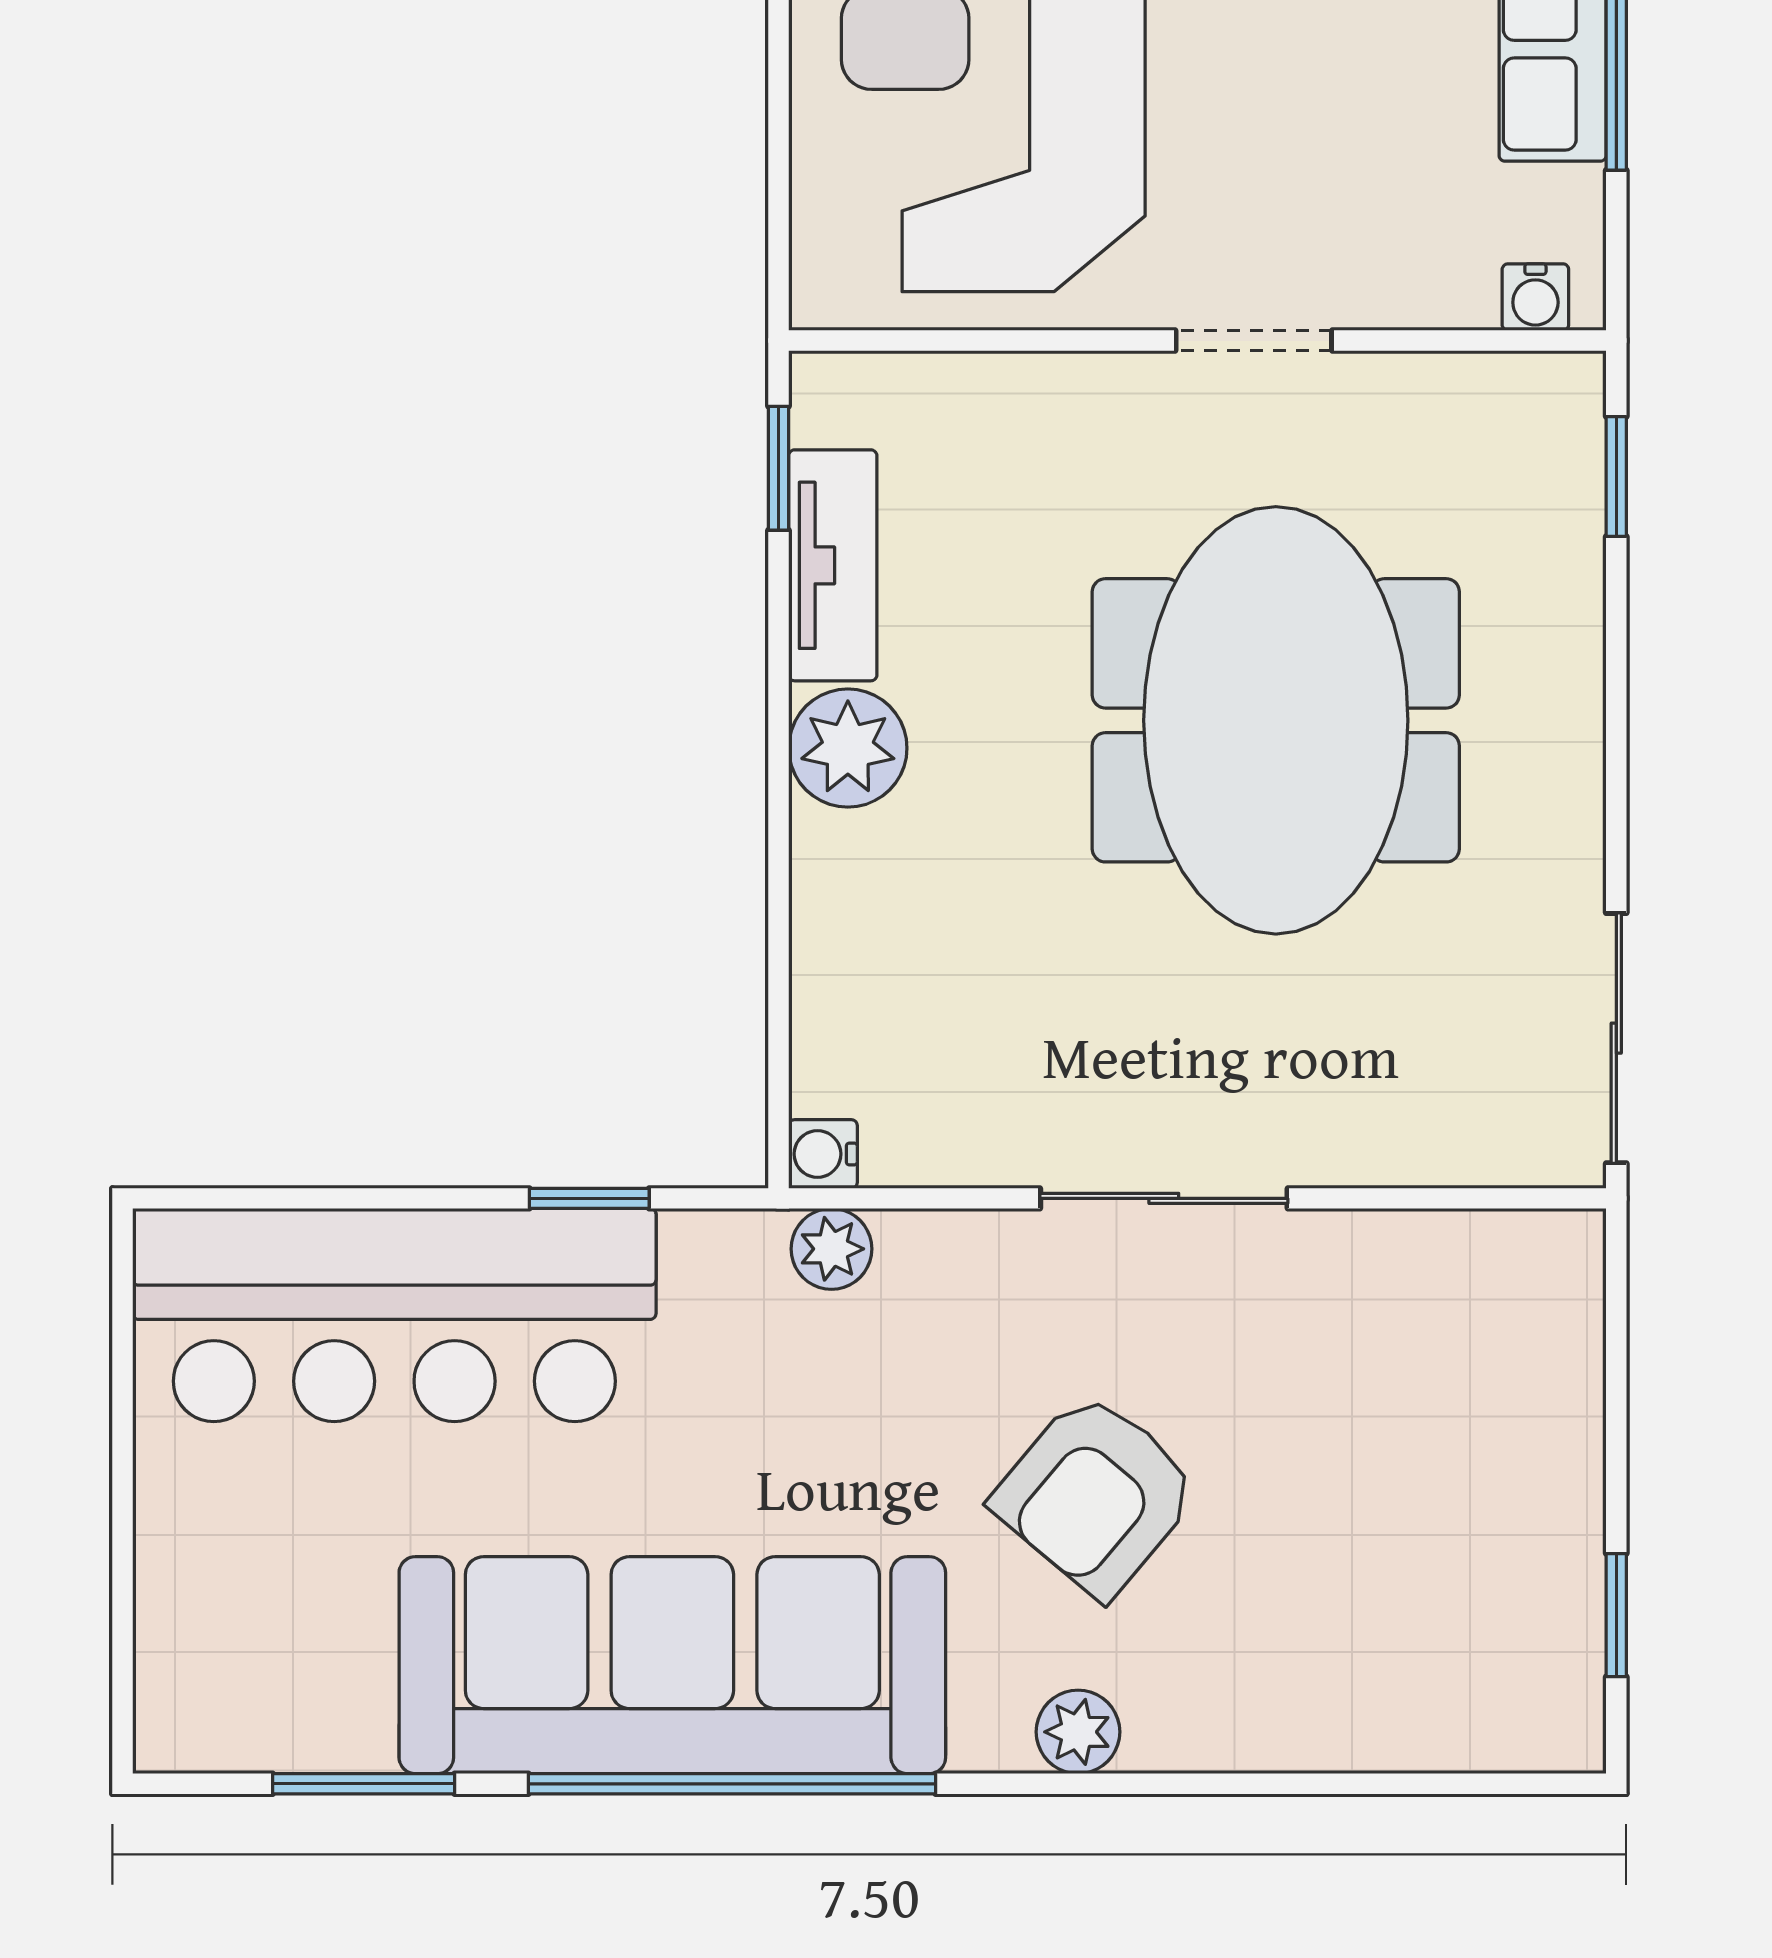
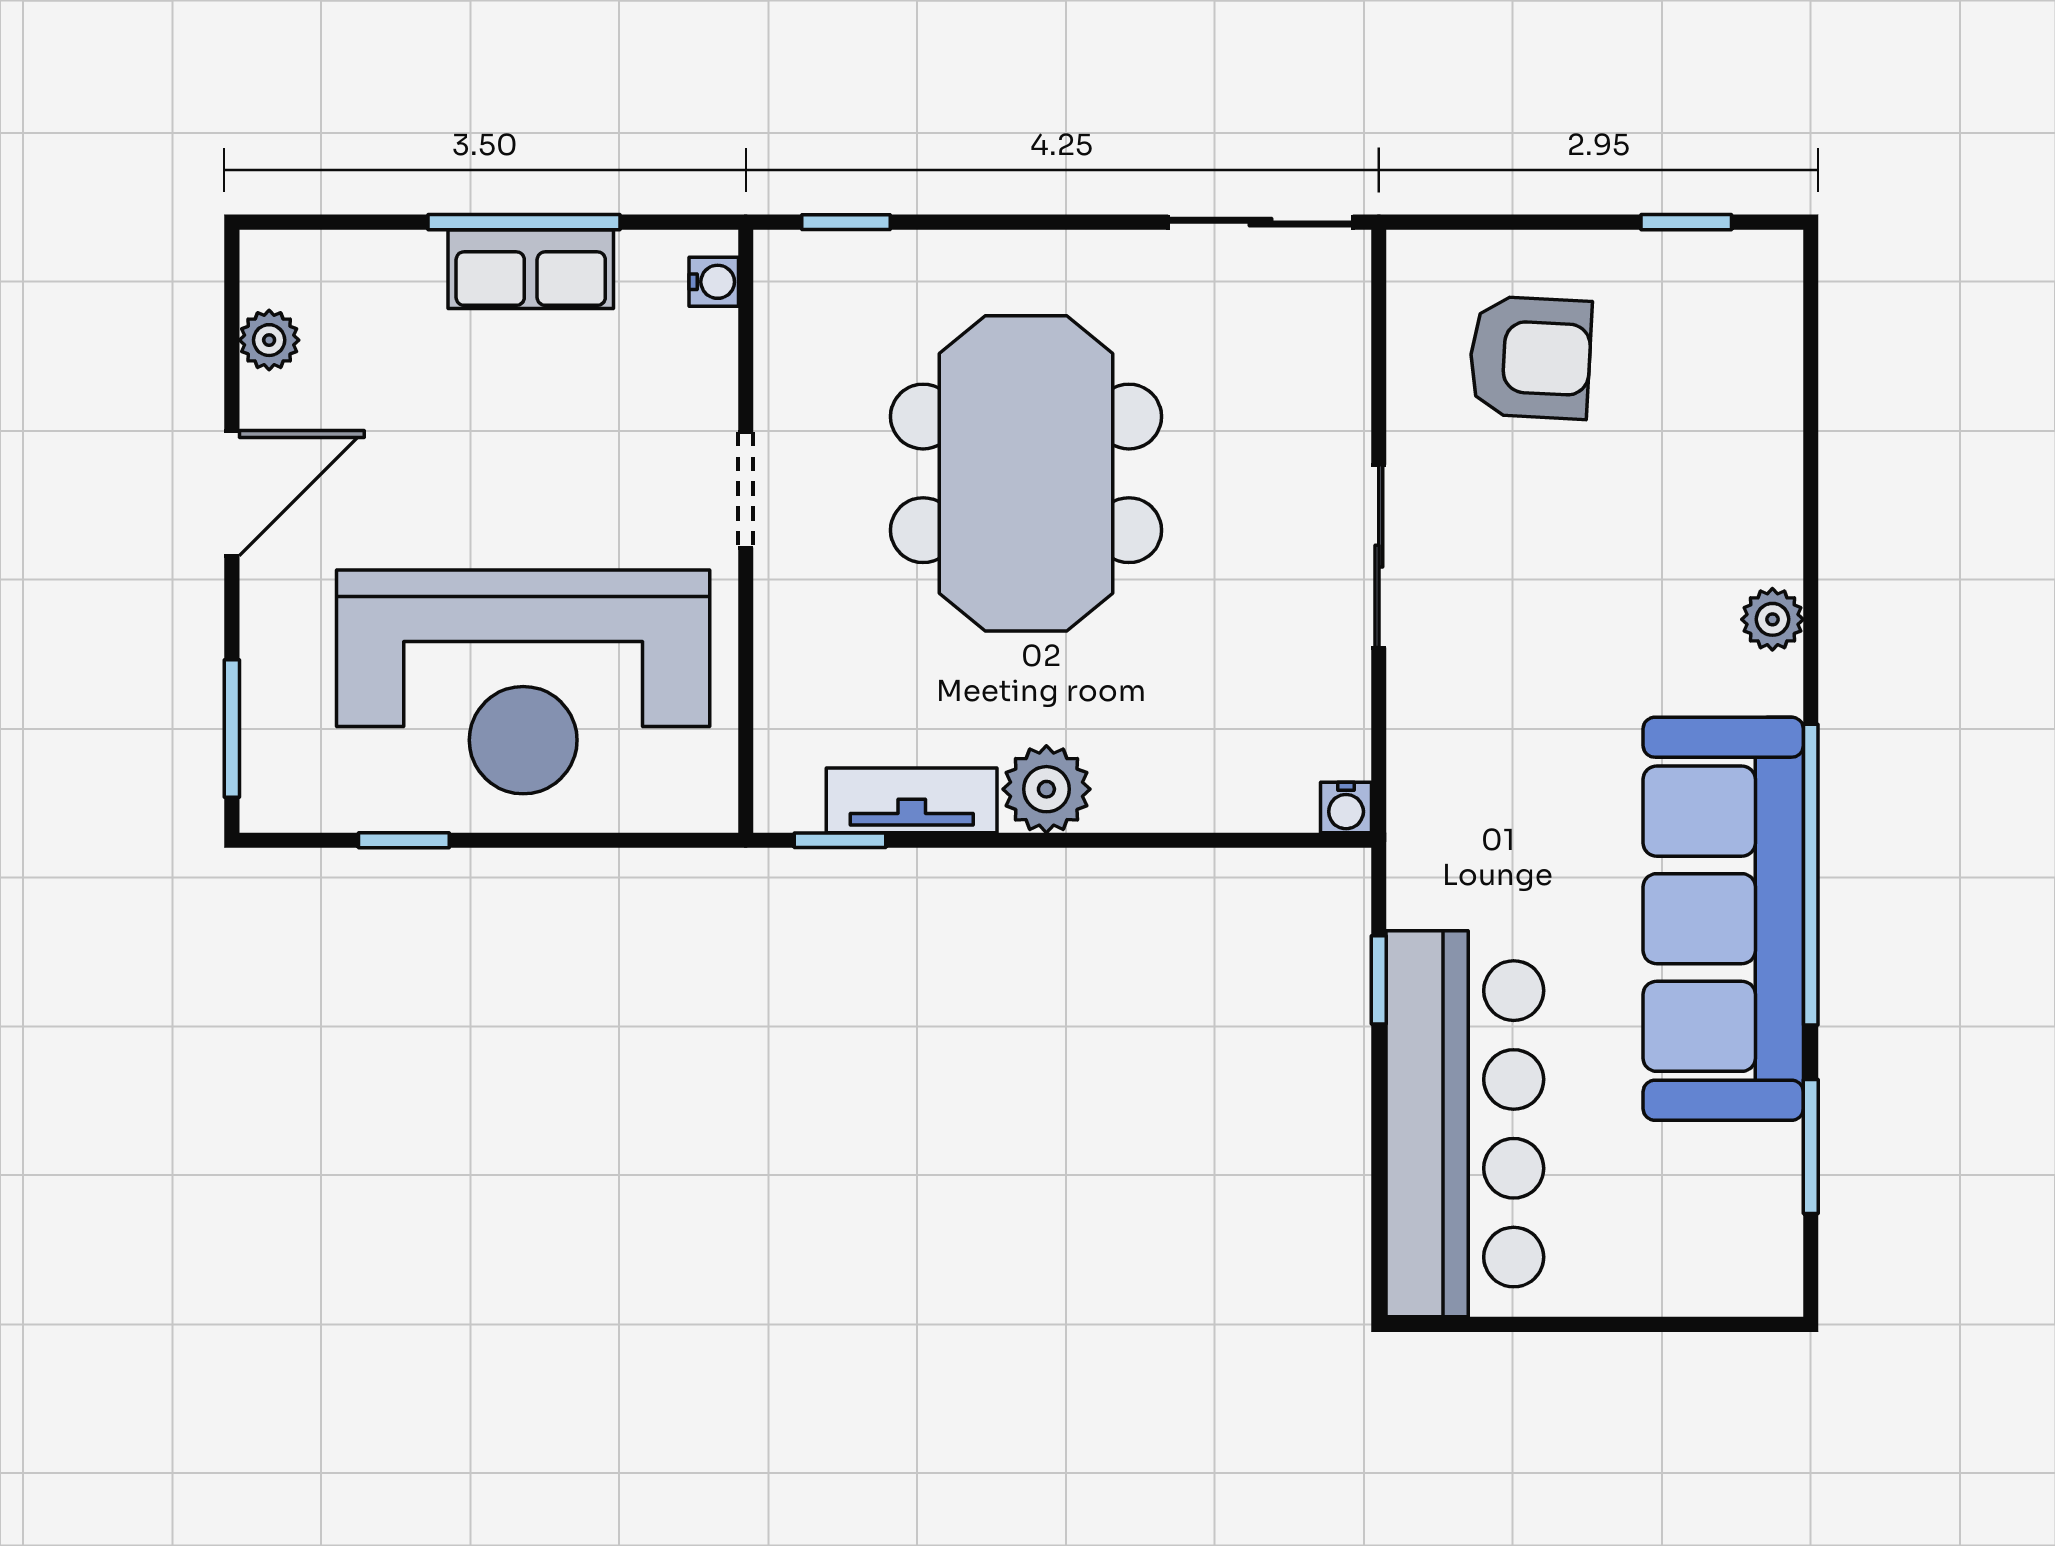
meeting table: (1276, 720) -> (1026, 473), turned 90
plant: (831, 1249) -> (1416, 801), removed
armchair: (1096, 1495) -> (1530, 358), moved, turned -37

